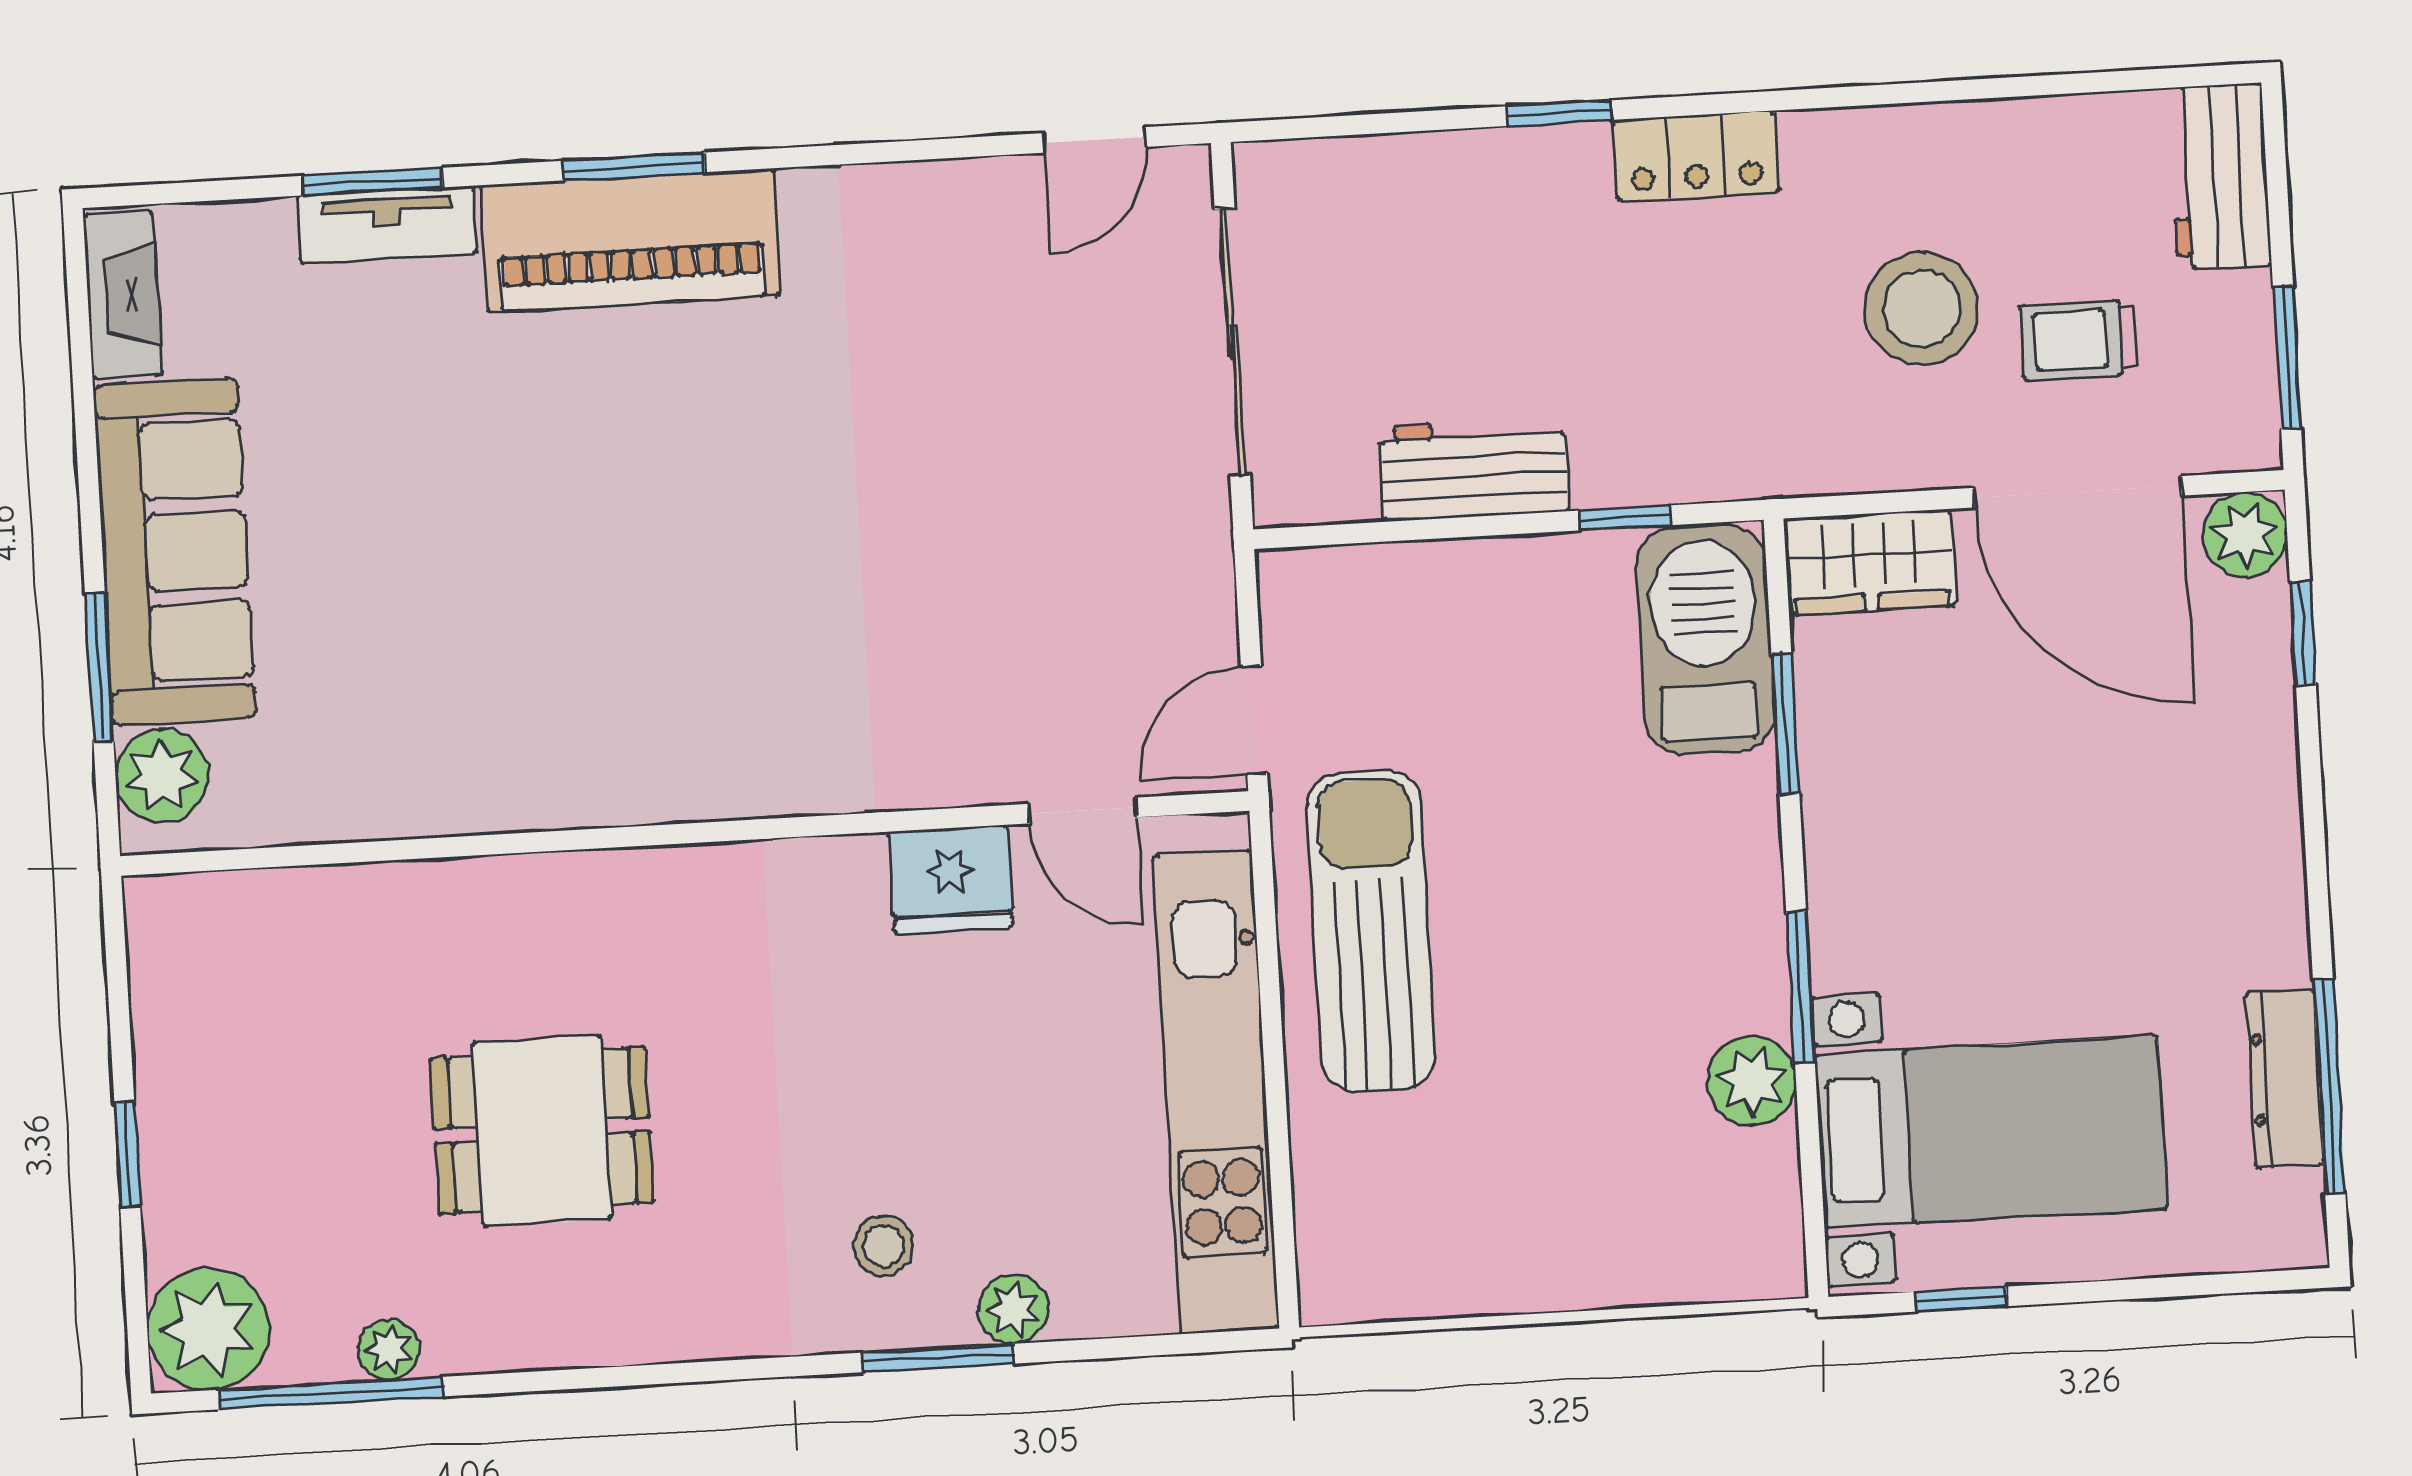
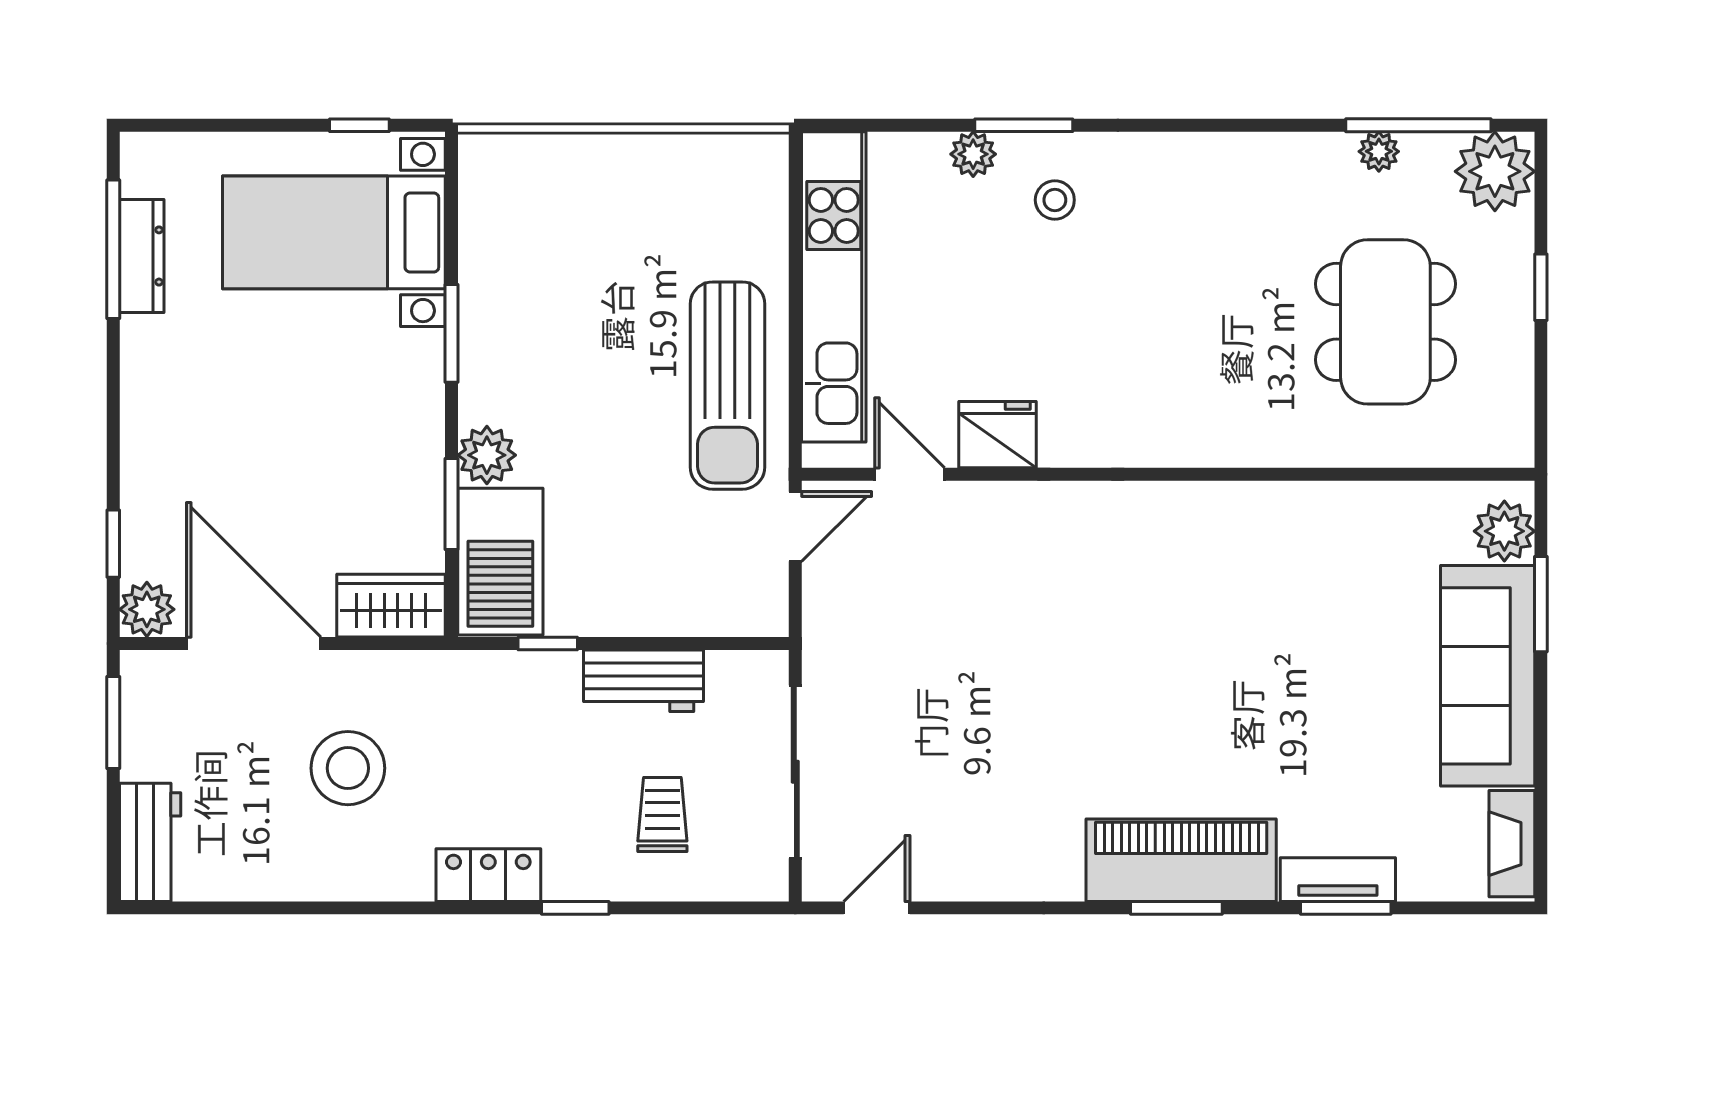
trolley: (2079, 340) -> (662, 814), moved, turned -90
plant: (1752, 1081) -> (487, 455), moved
dining table: (542, 1130) -> (1385, 322), moved, width x1.38

